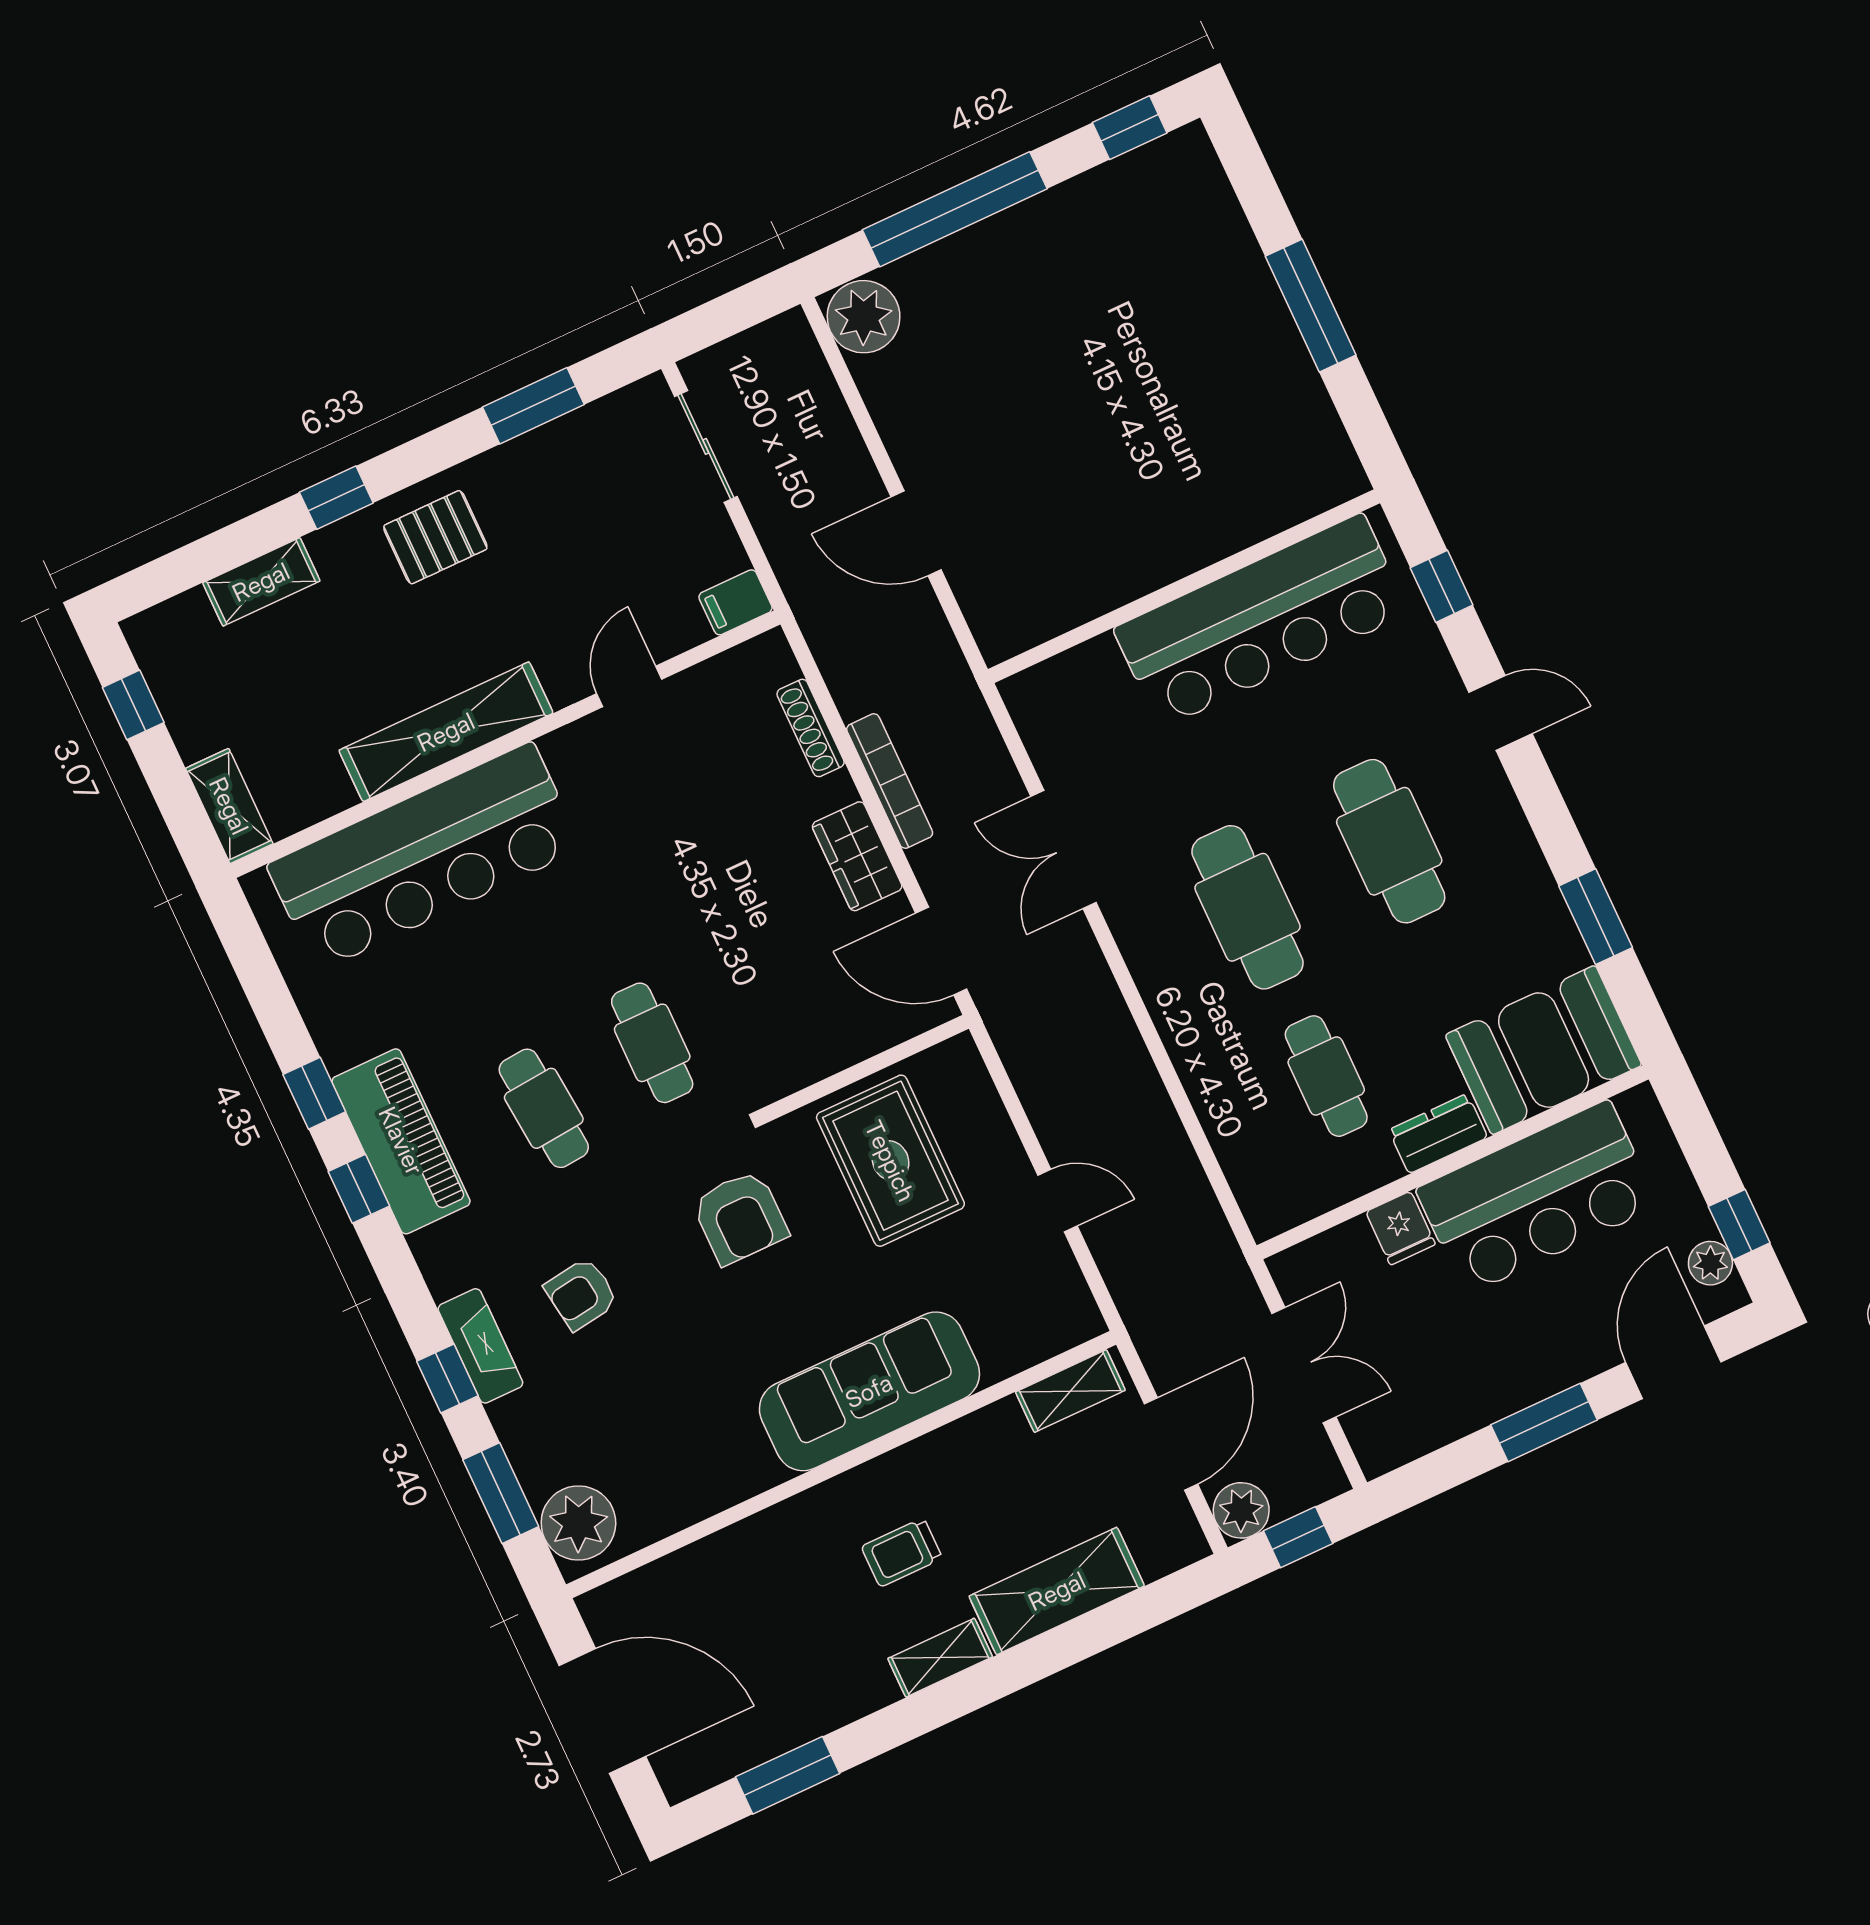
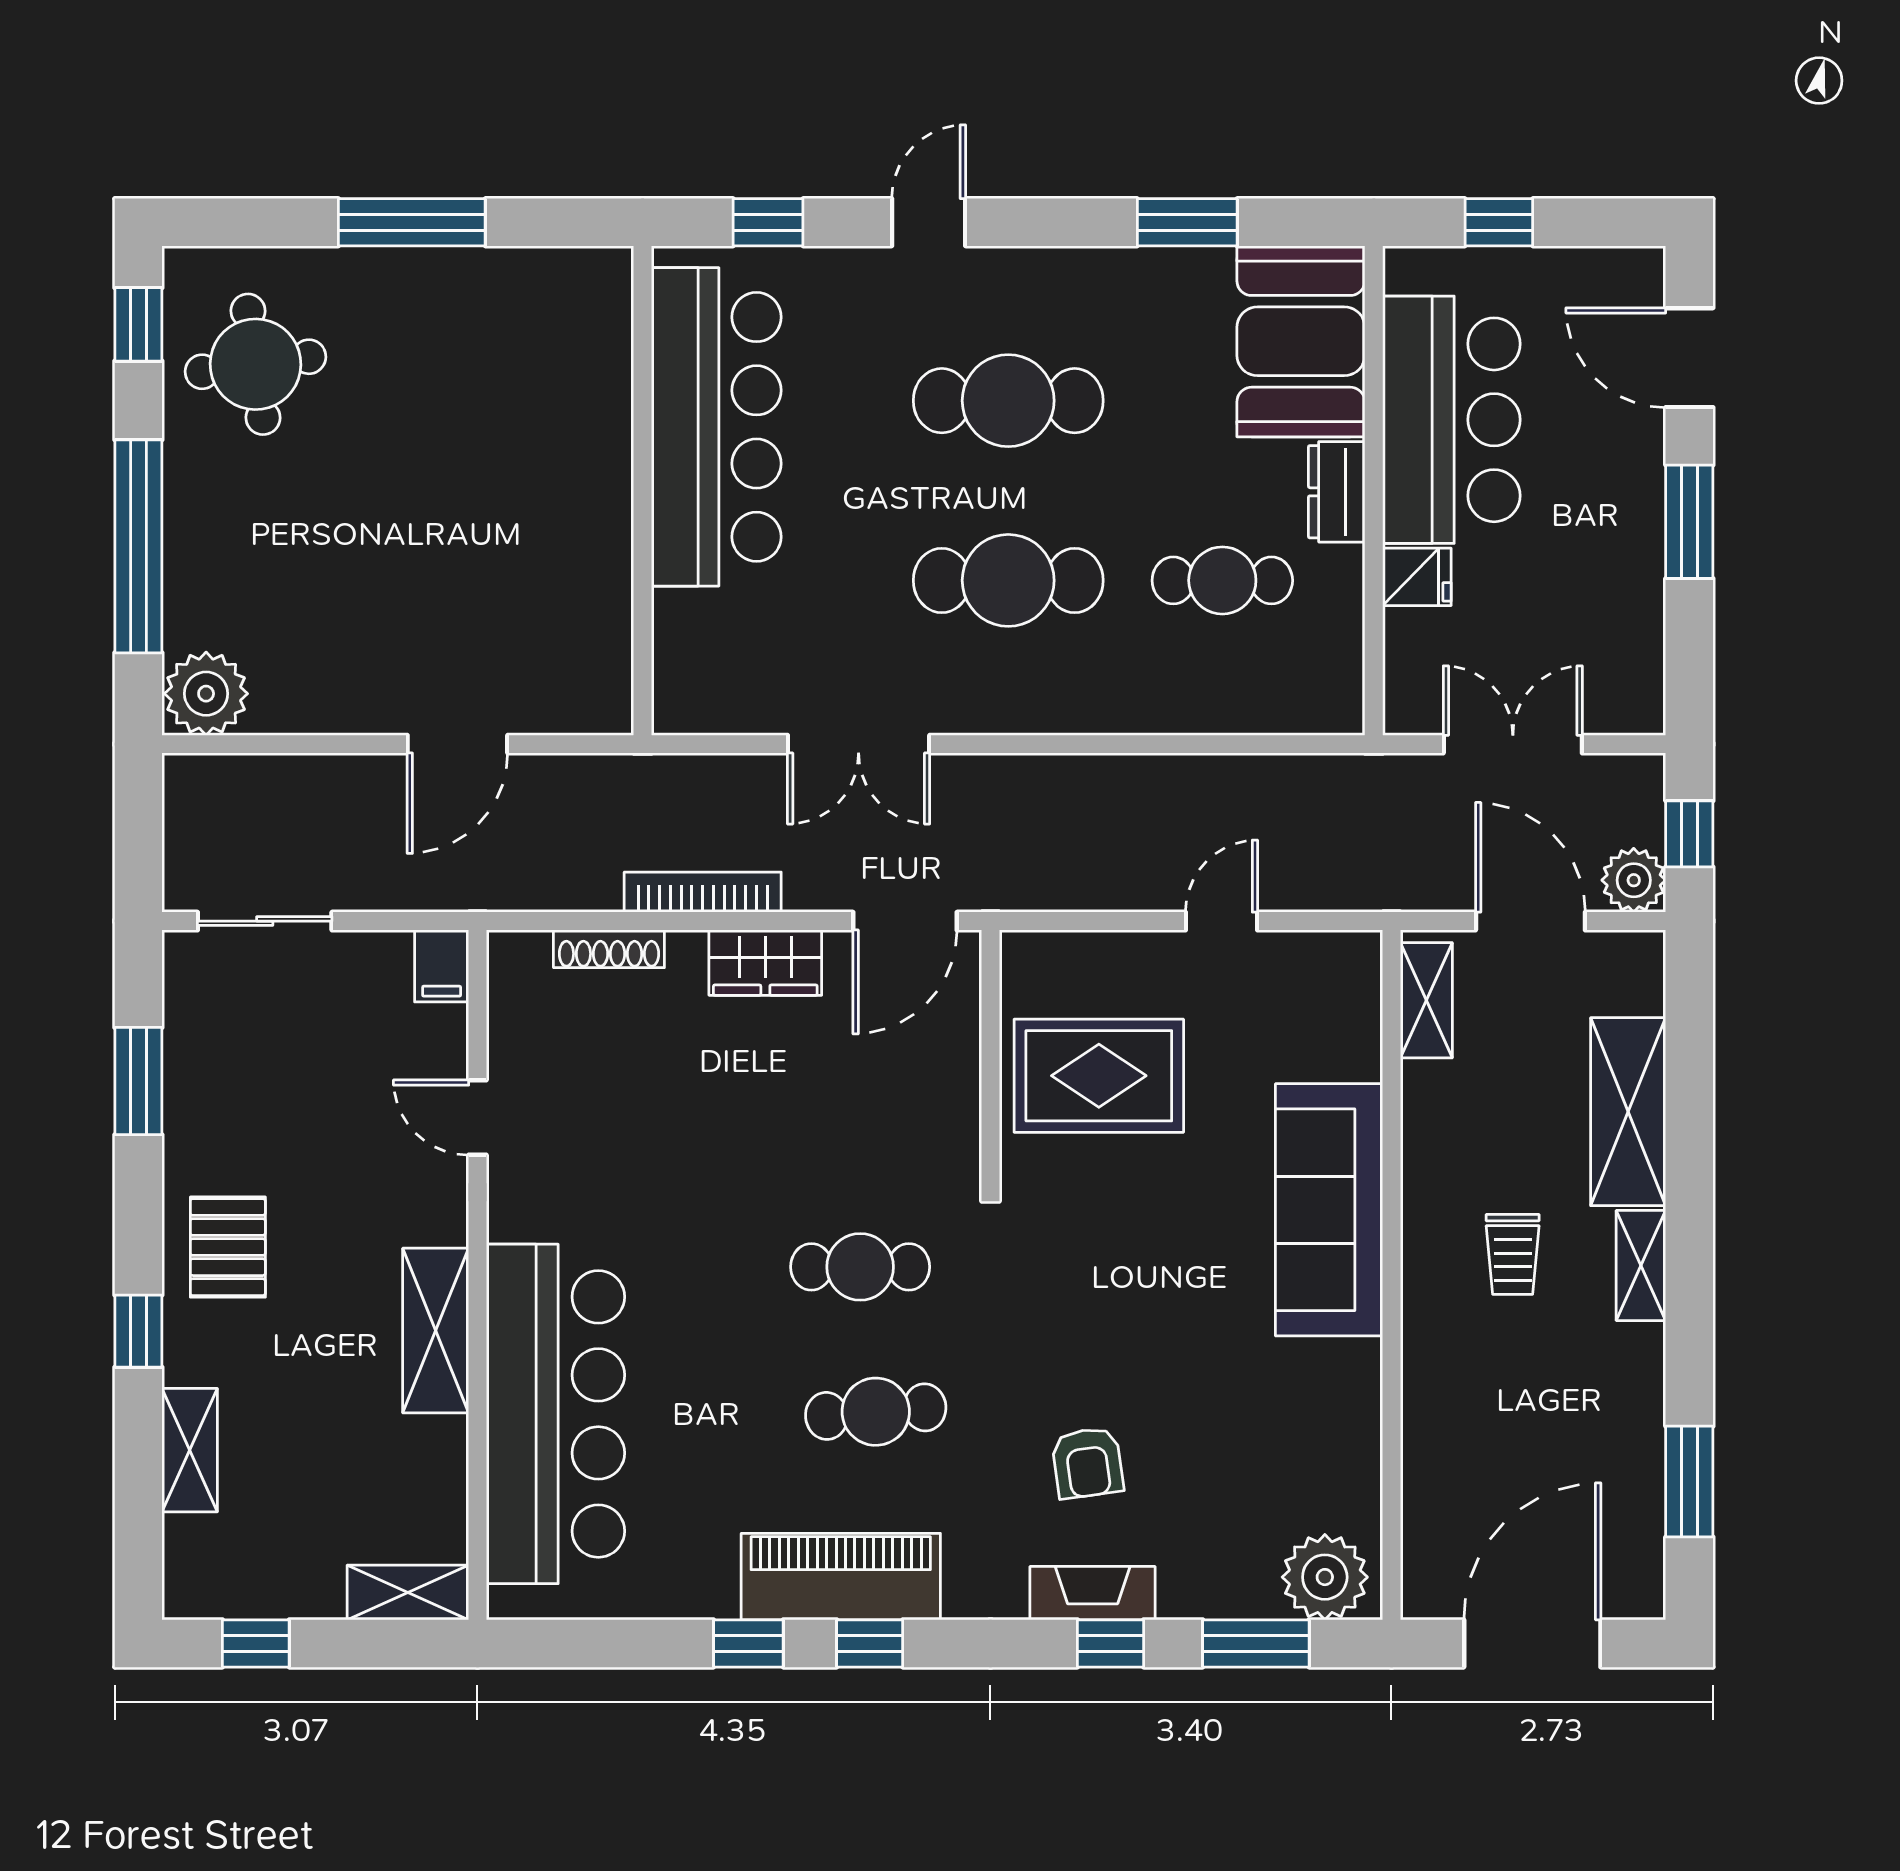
round table: (1141, 235) -> (255, 364), added
shelving: (446, 732) -> (436, 1331), width x0.68
armchair: (740, 1217) -> (1085, 1260), removed
window: (1739, 1225) -> (1499, 222), moved
plant: (1710, 1263) -> (1604, 271), removed

